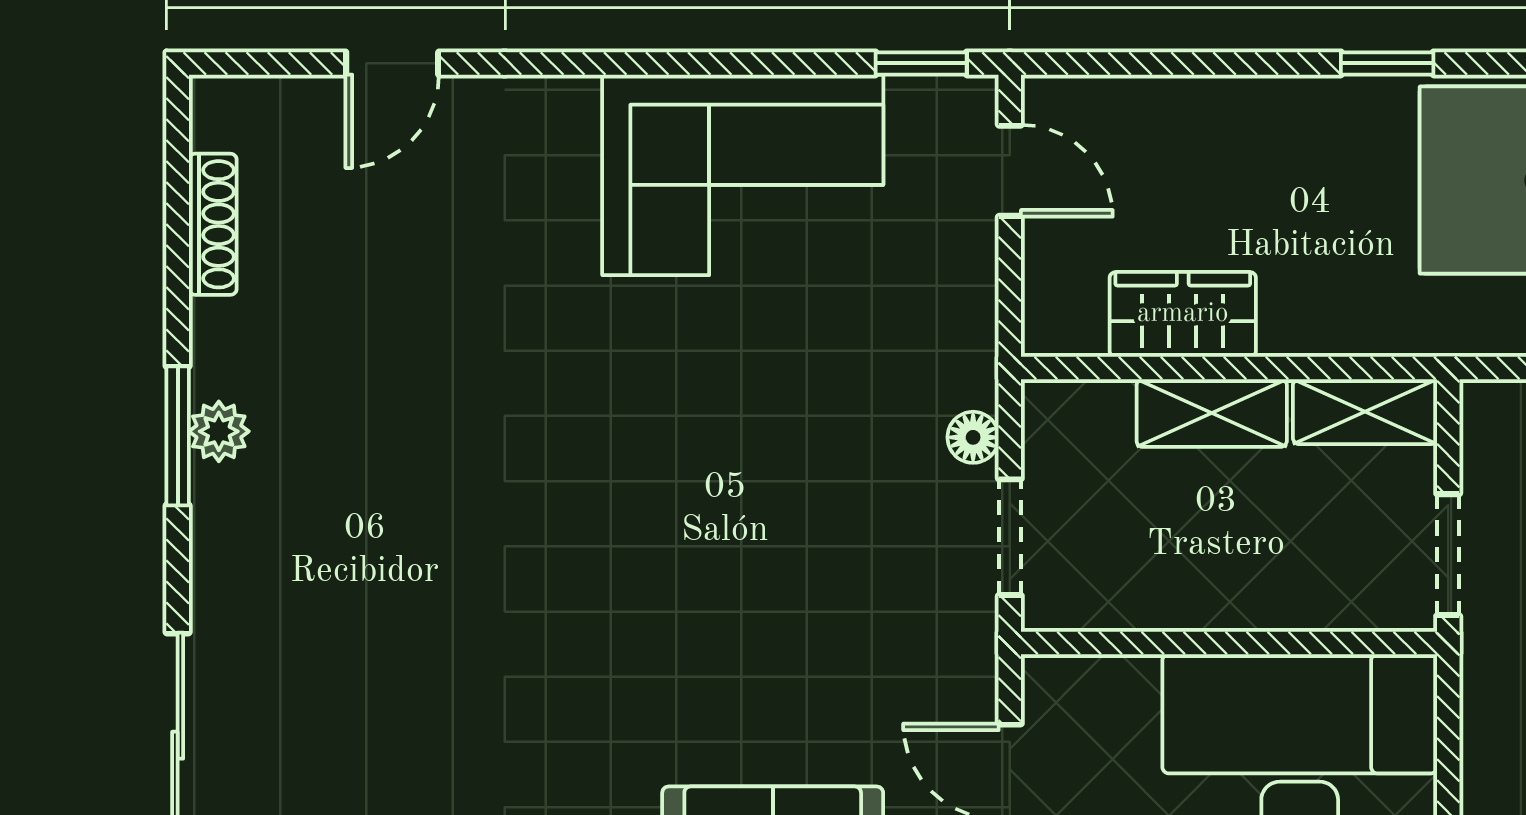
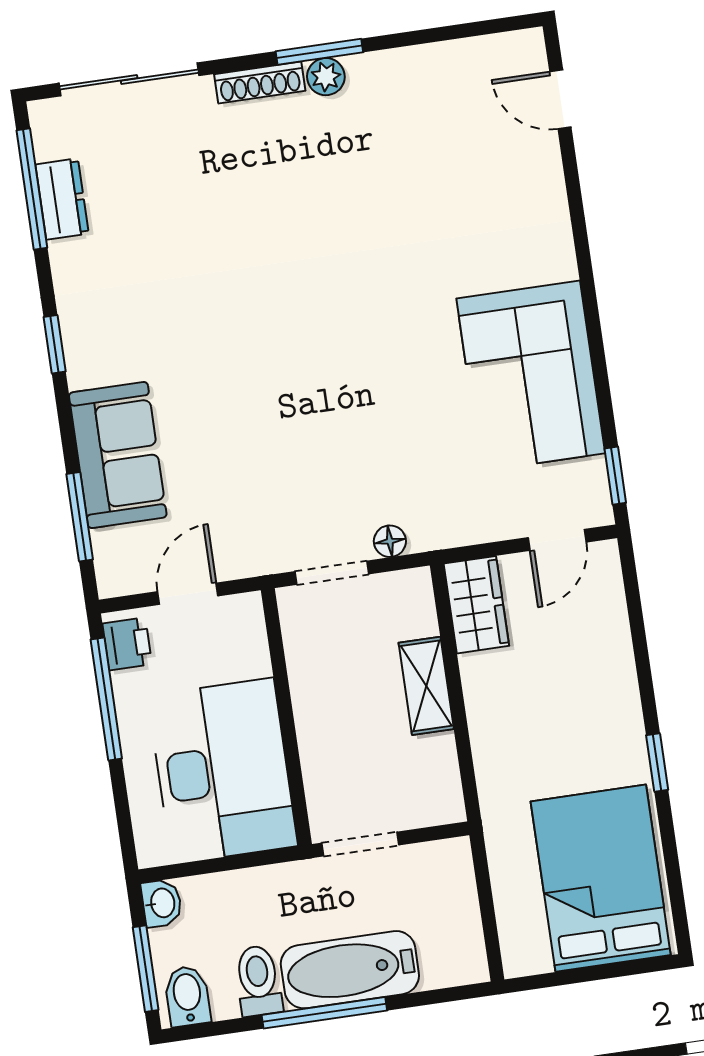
door: (392, 63) -> (560, 99), moved
shoe rack: (213, 224) -> (260, 82), moved
wardrobe: (1183, 314) -> (476, 605), moved
shelving: (1365, 412) -> (441, 780), removed

